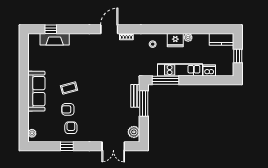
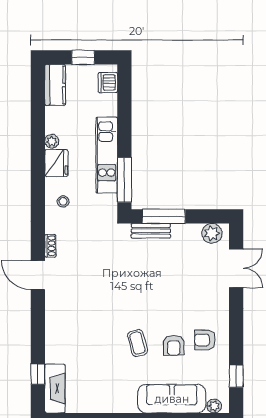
fireplace: (55, 39) -> (55, 389), moved
dishwasher: (209, 71) -> (108, 82), moved
sofa: (36, 91) -> (172, 399), moved
window: (67, 146) -> (236, 376), moved

